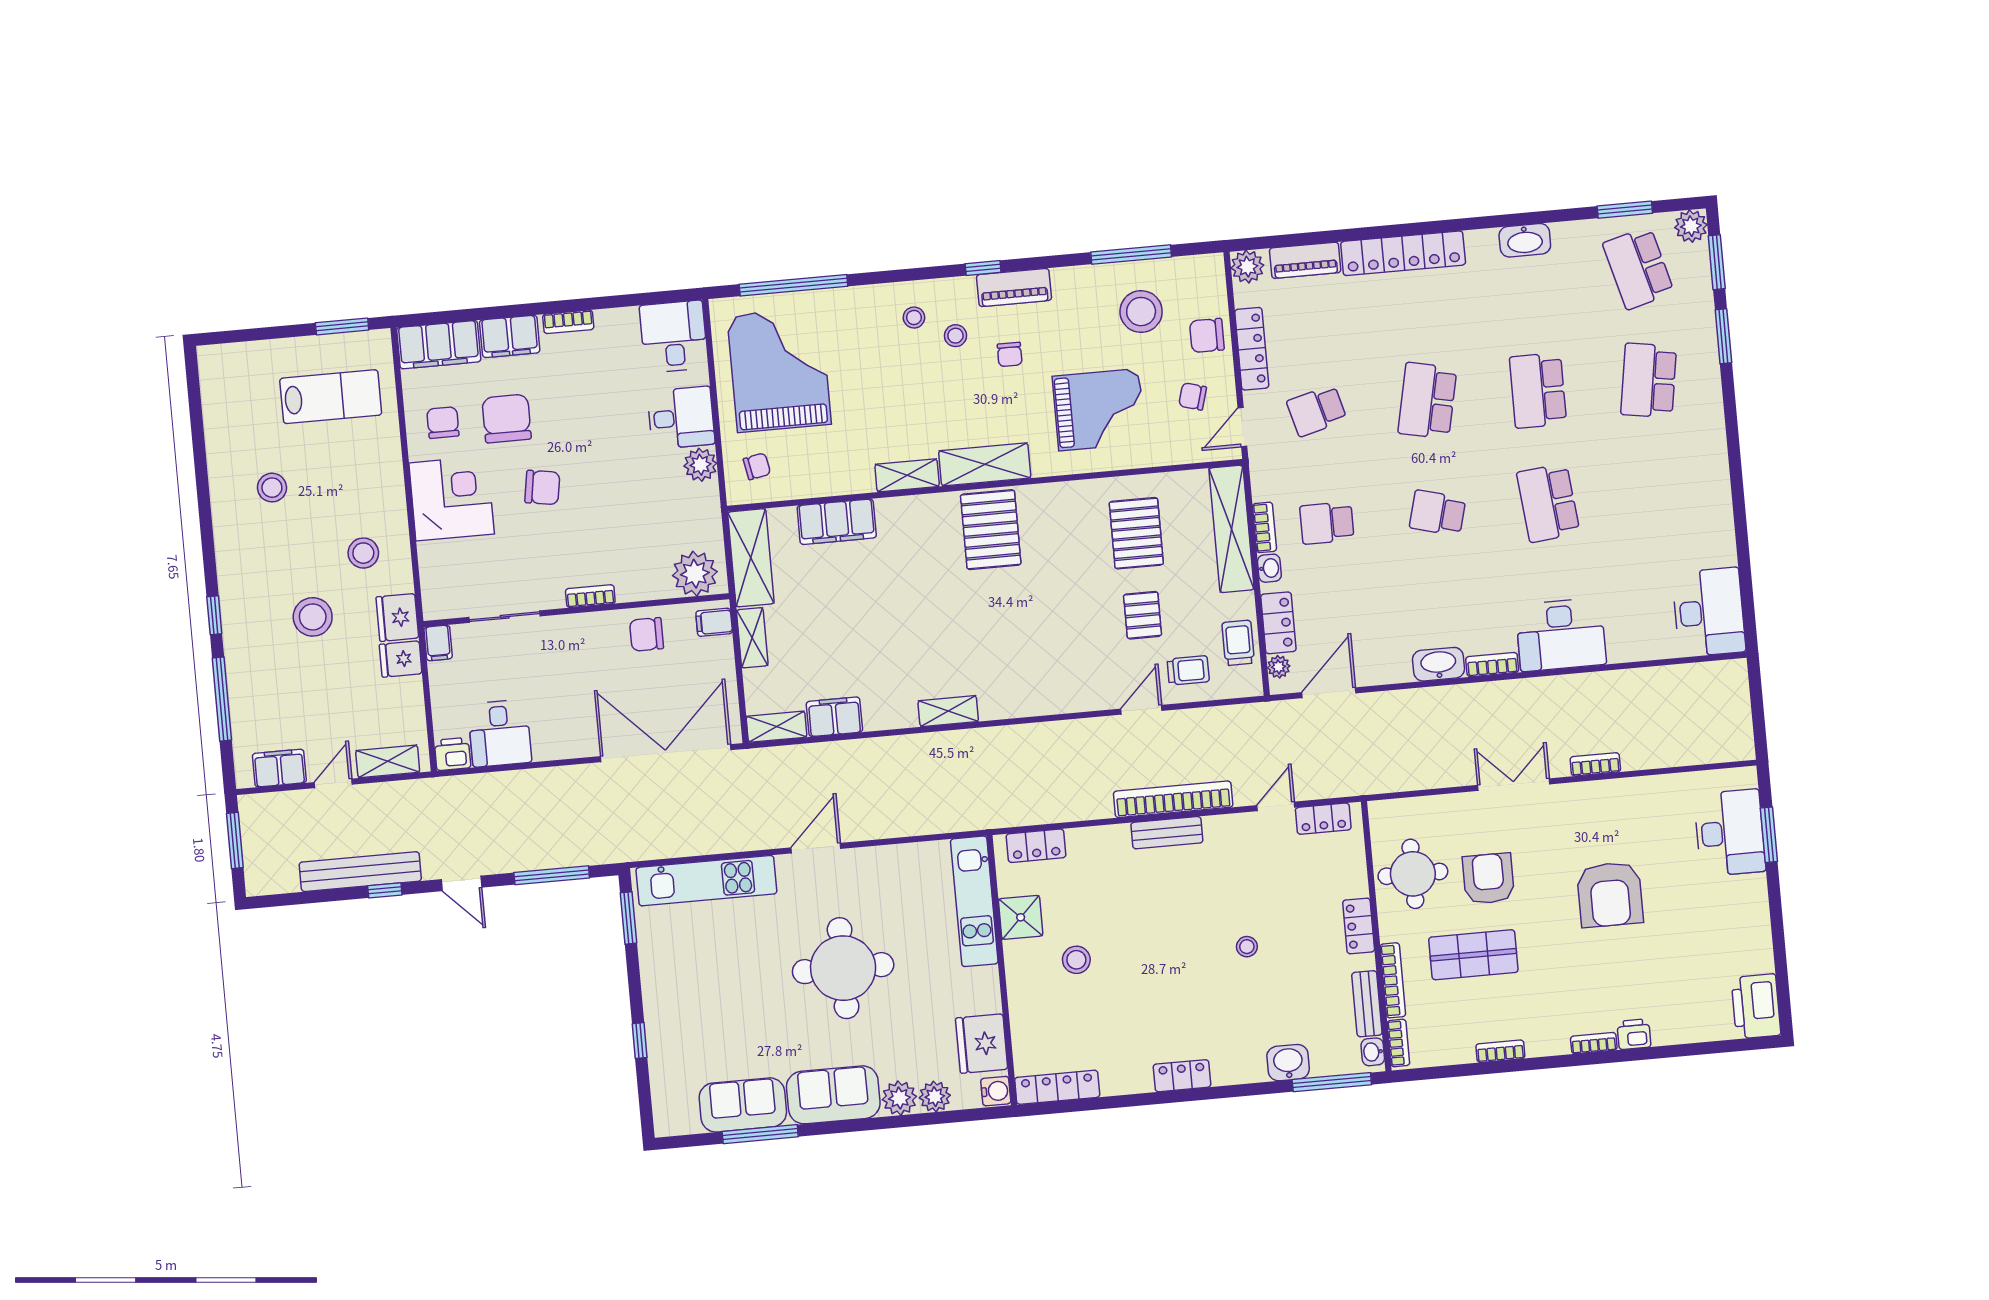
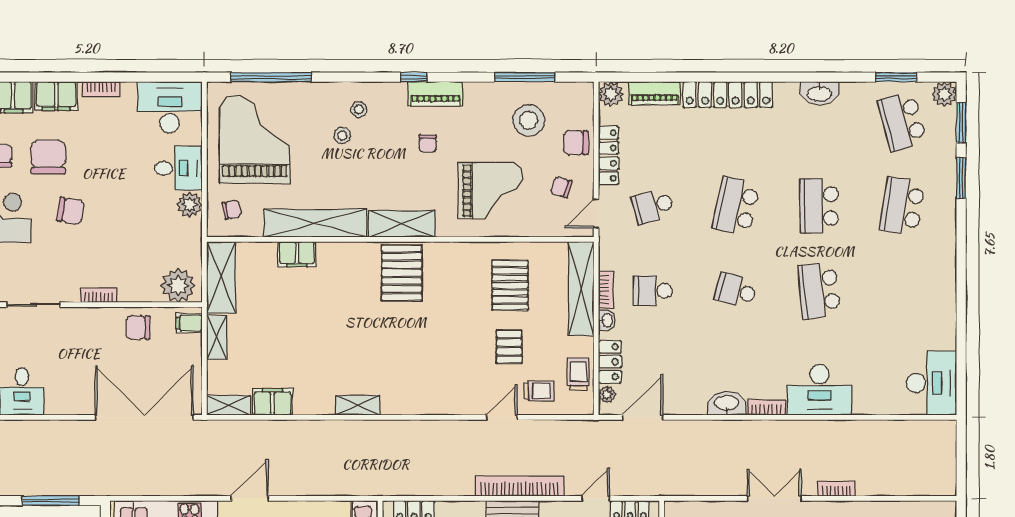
desk: (674, 336) -> (170, 107), width x1.37
stool: (955, 336) -> (342, 135), moved
shelving: (907, 475) -> (315, 223), width x2.20, depth x1.33
filing cabinet: (837, 522) -> (297, 254), width x0.67, depth x0.86

